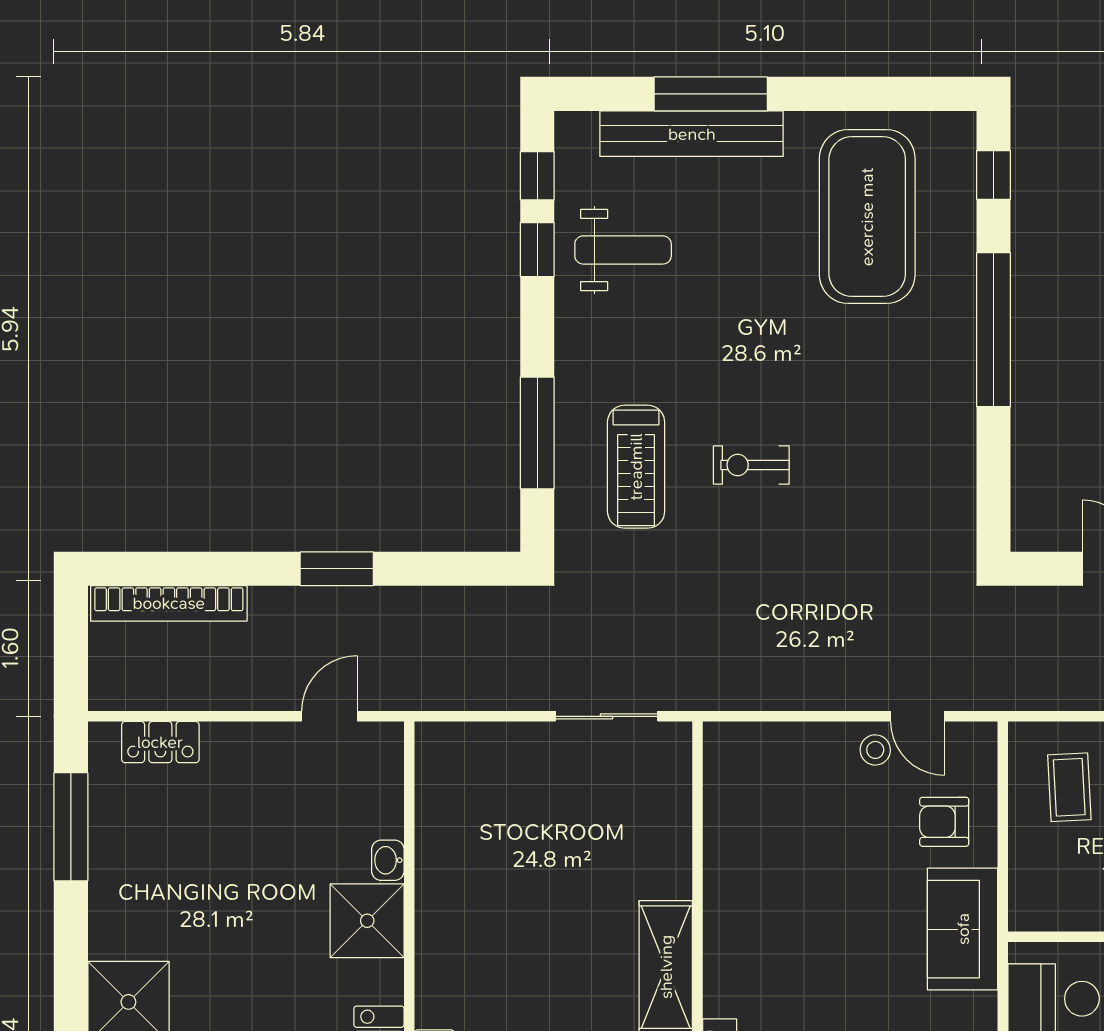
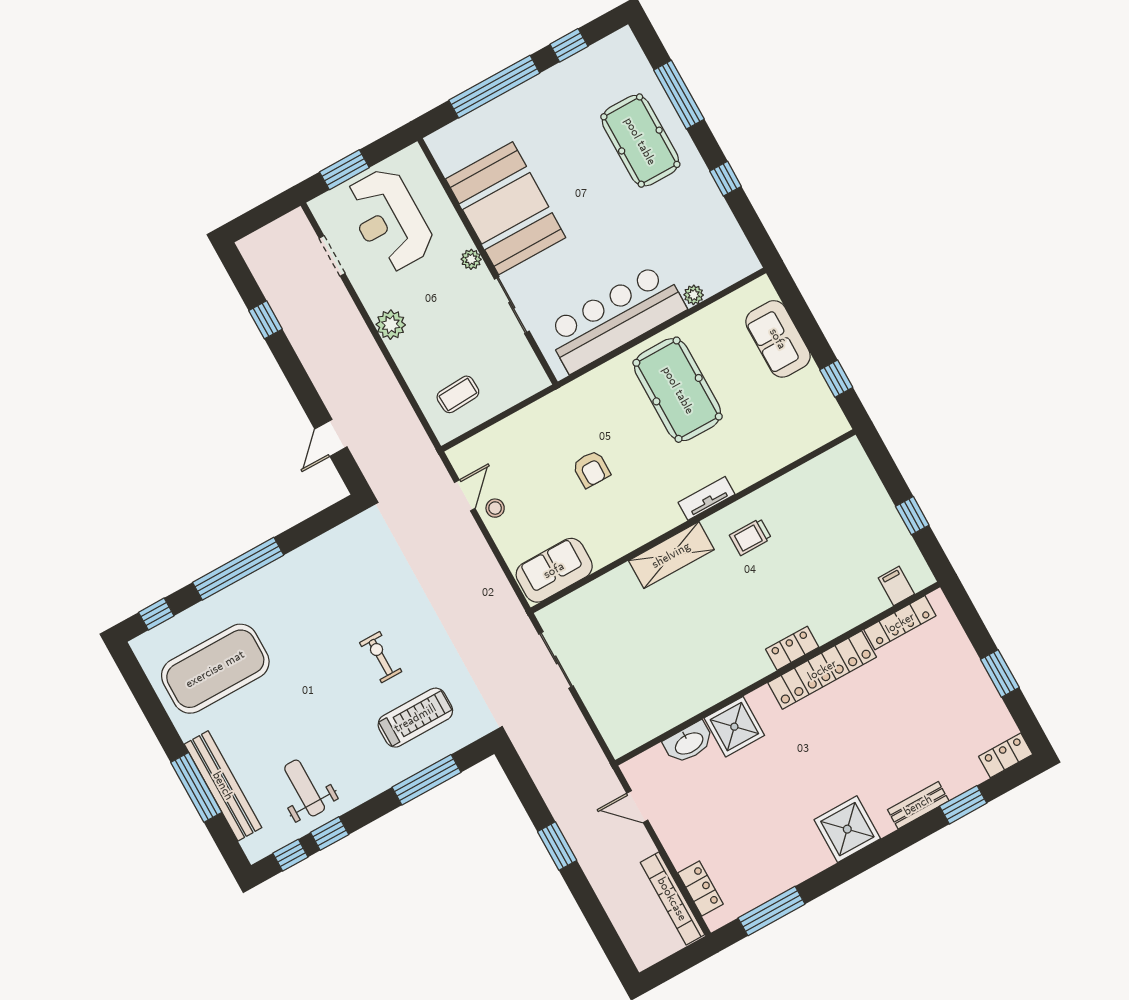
exercise bike: (751, 465) -> (381, 657), turned 180
bookcase: (169, 603) -> (672, 899), moved, turned 180
armchair: (944, 822) -> (591, 469), moved
washbasin: (388, 860) -> (689, 743), width x1.91, depth x1.45
sofa: (963, 929) -> (554, 570), moved, turned 180

